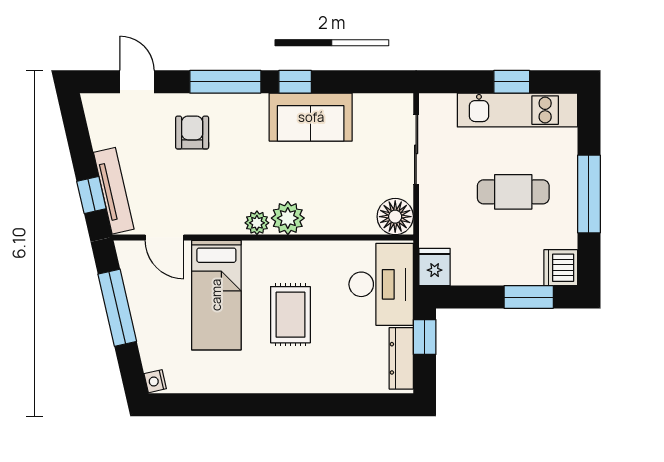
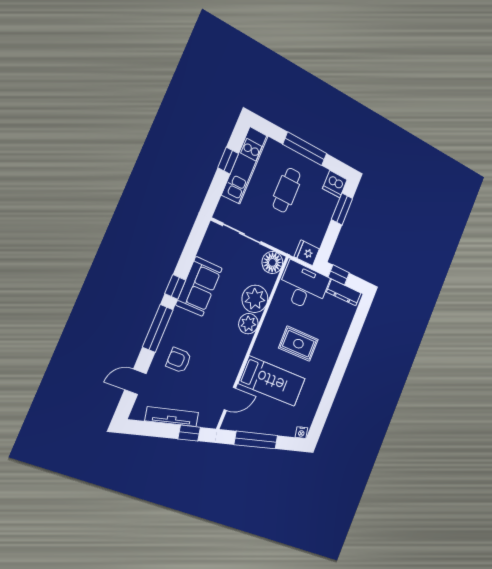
tv unit: (114, 191) -> (172, 417), moved
plant: (257, 223) -> (255, 299), moved, width x1.87, depth x1.87

